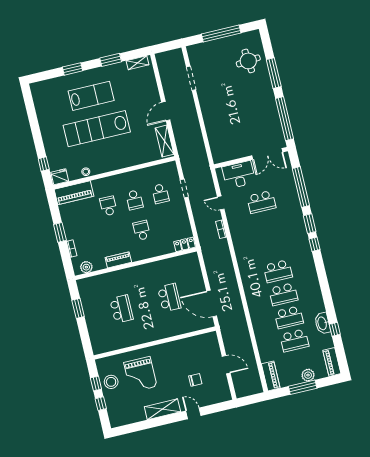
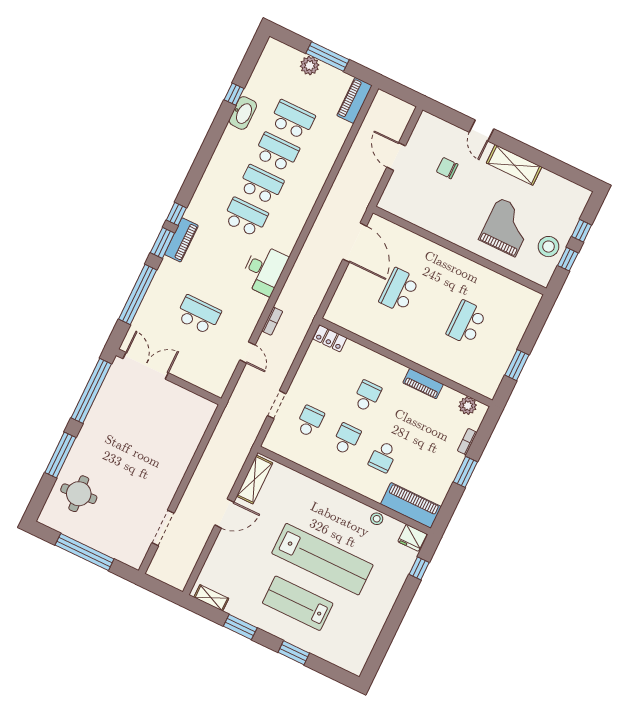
desk: (239, 175) -> (264, 270), moved, turned -90
school desk: (142, 230) -> (367, 396), turned 180
piano: (332, 362) -> (181, 240), moved

